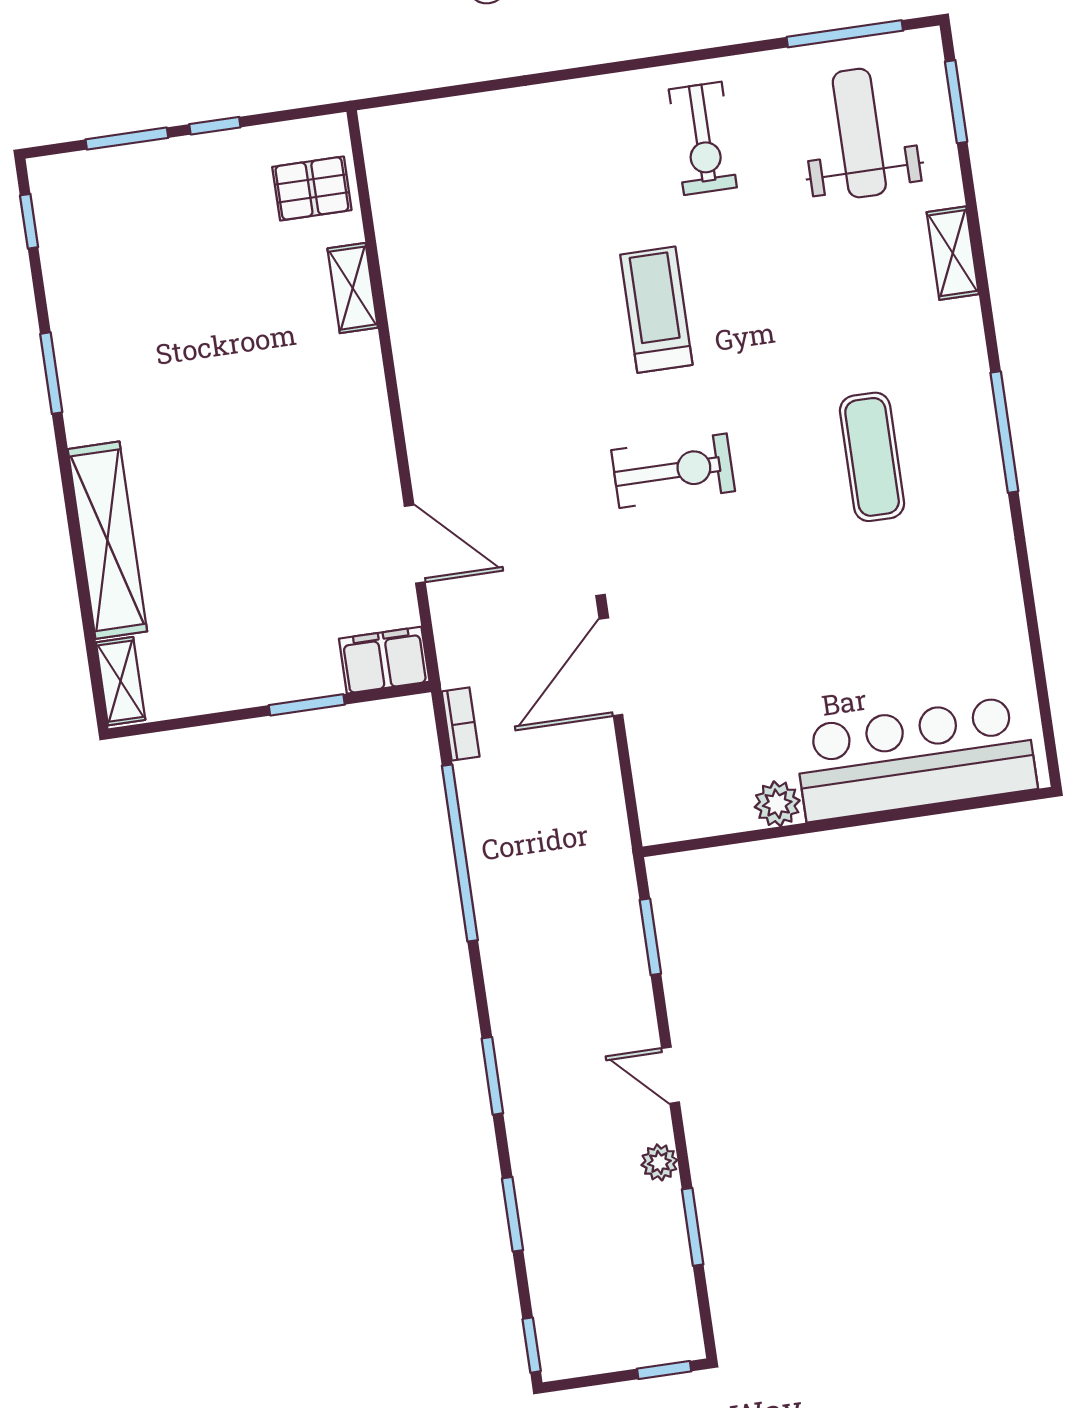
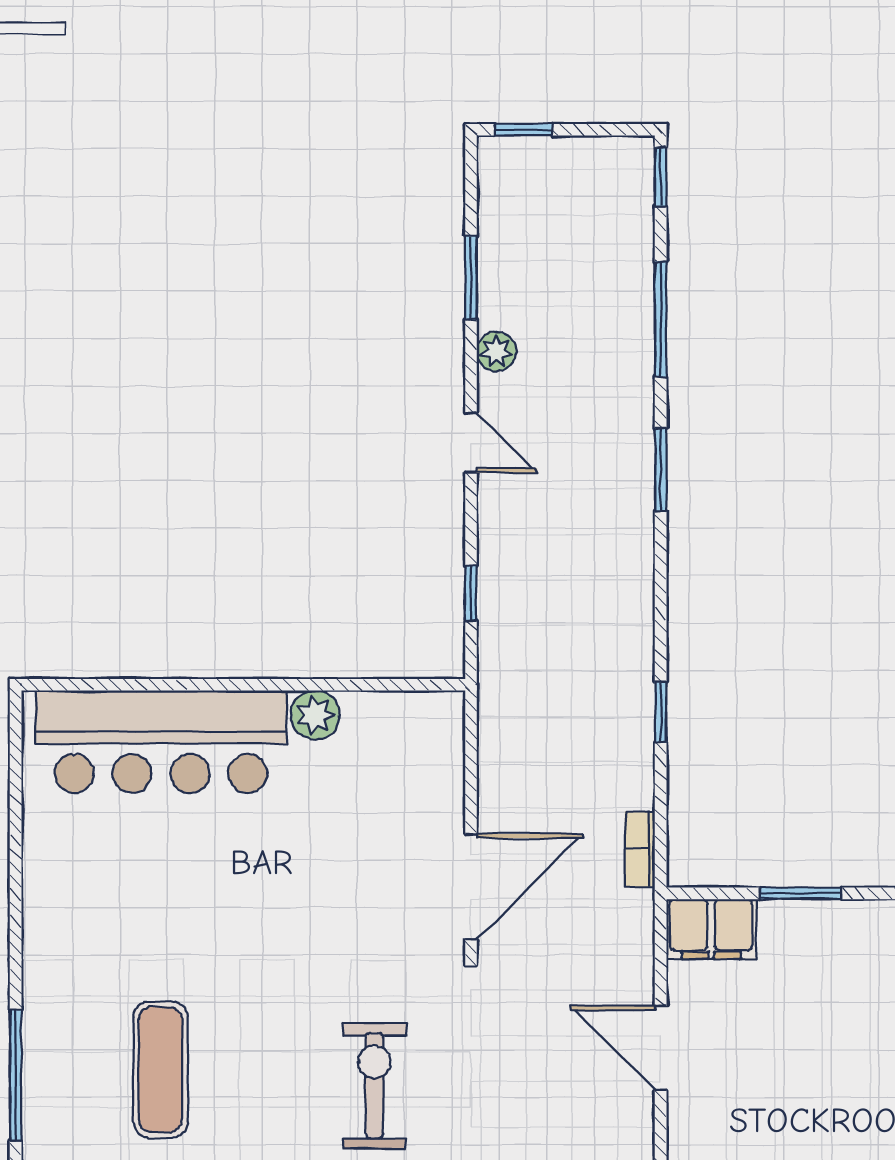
exercise bike: (673, 471) -> (374, 1086), turned 90
window: (460, 853) -> (661, 712), width x0.32
window: (650, 937) -> (471, 593), width x0.67
window: (513, 1214) -> (661, 319), width x1.44

